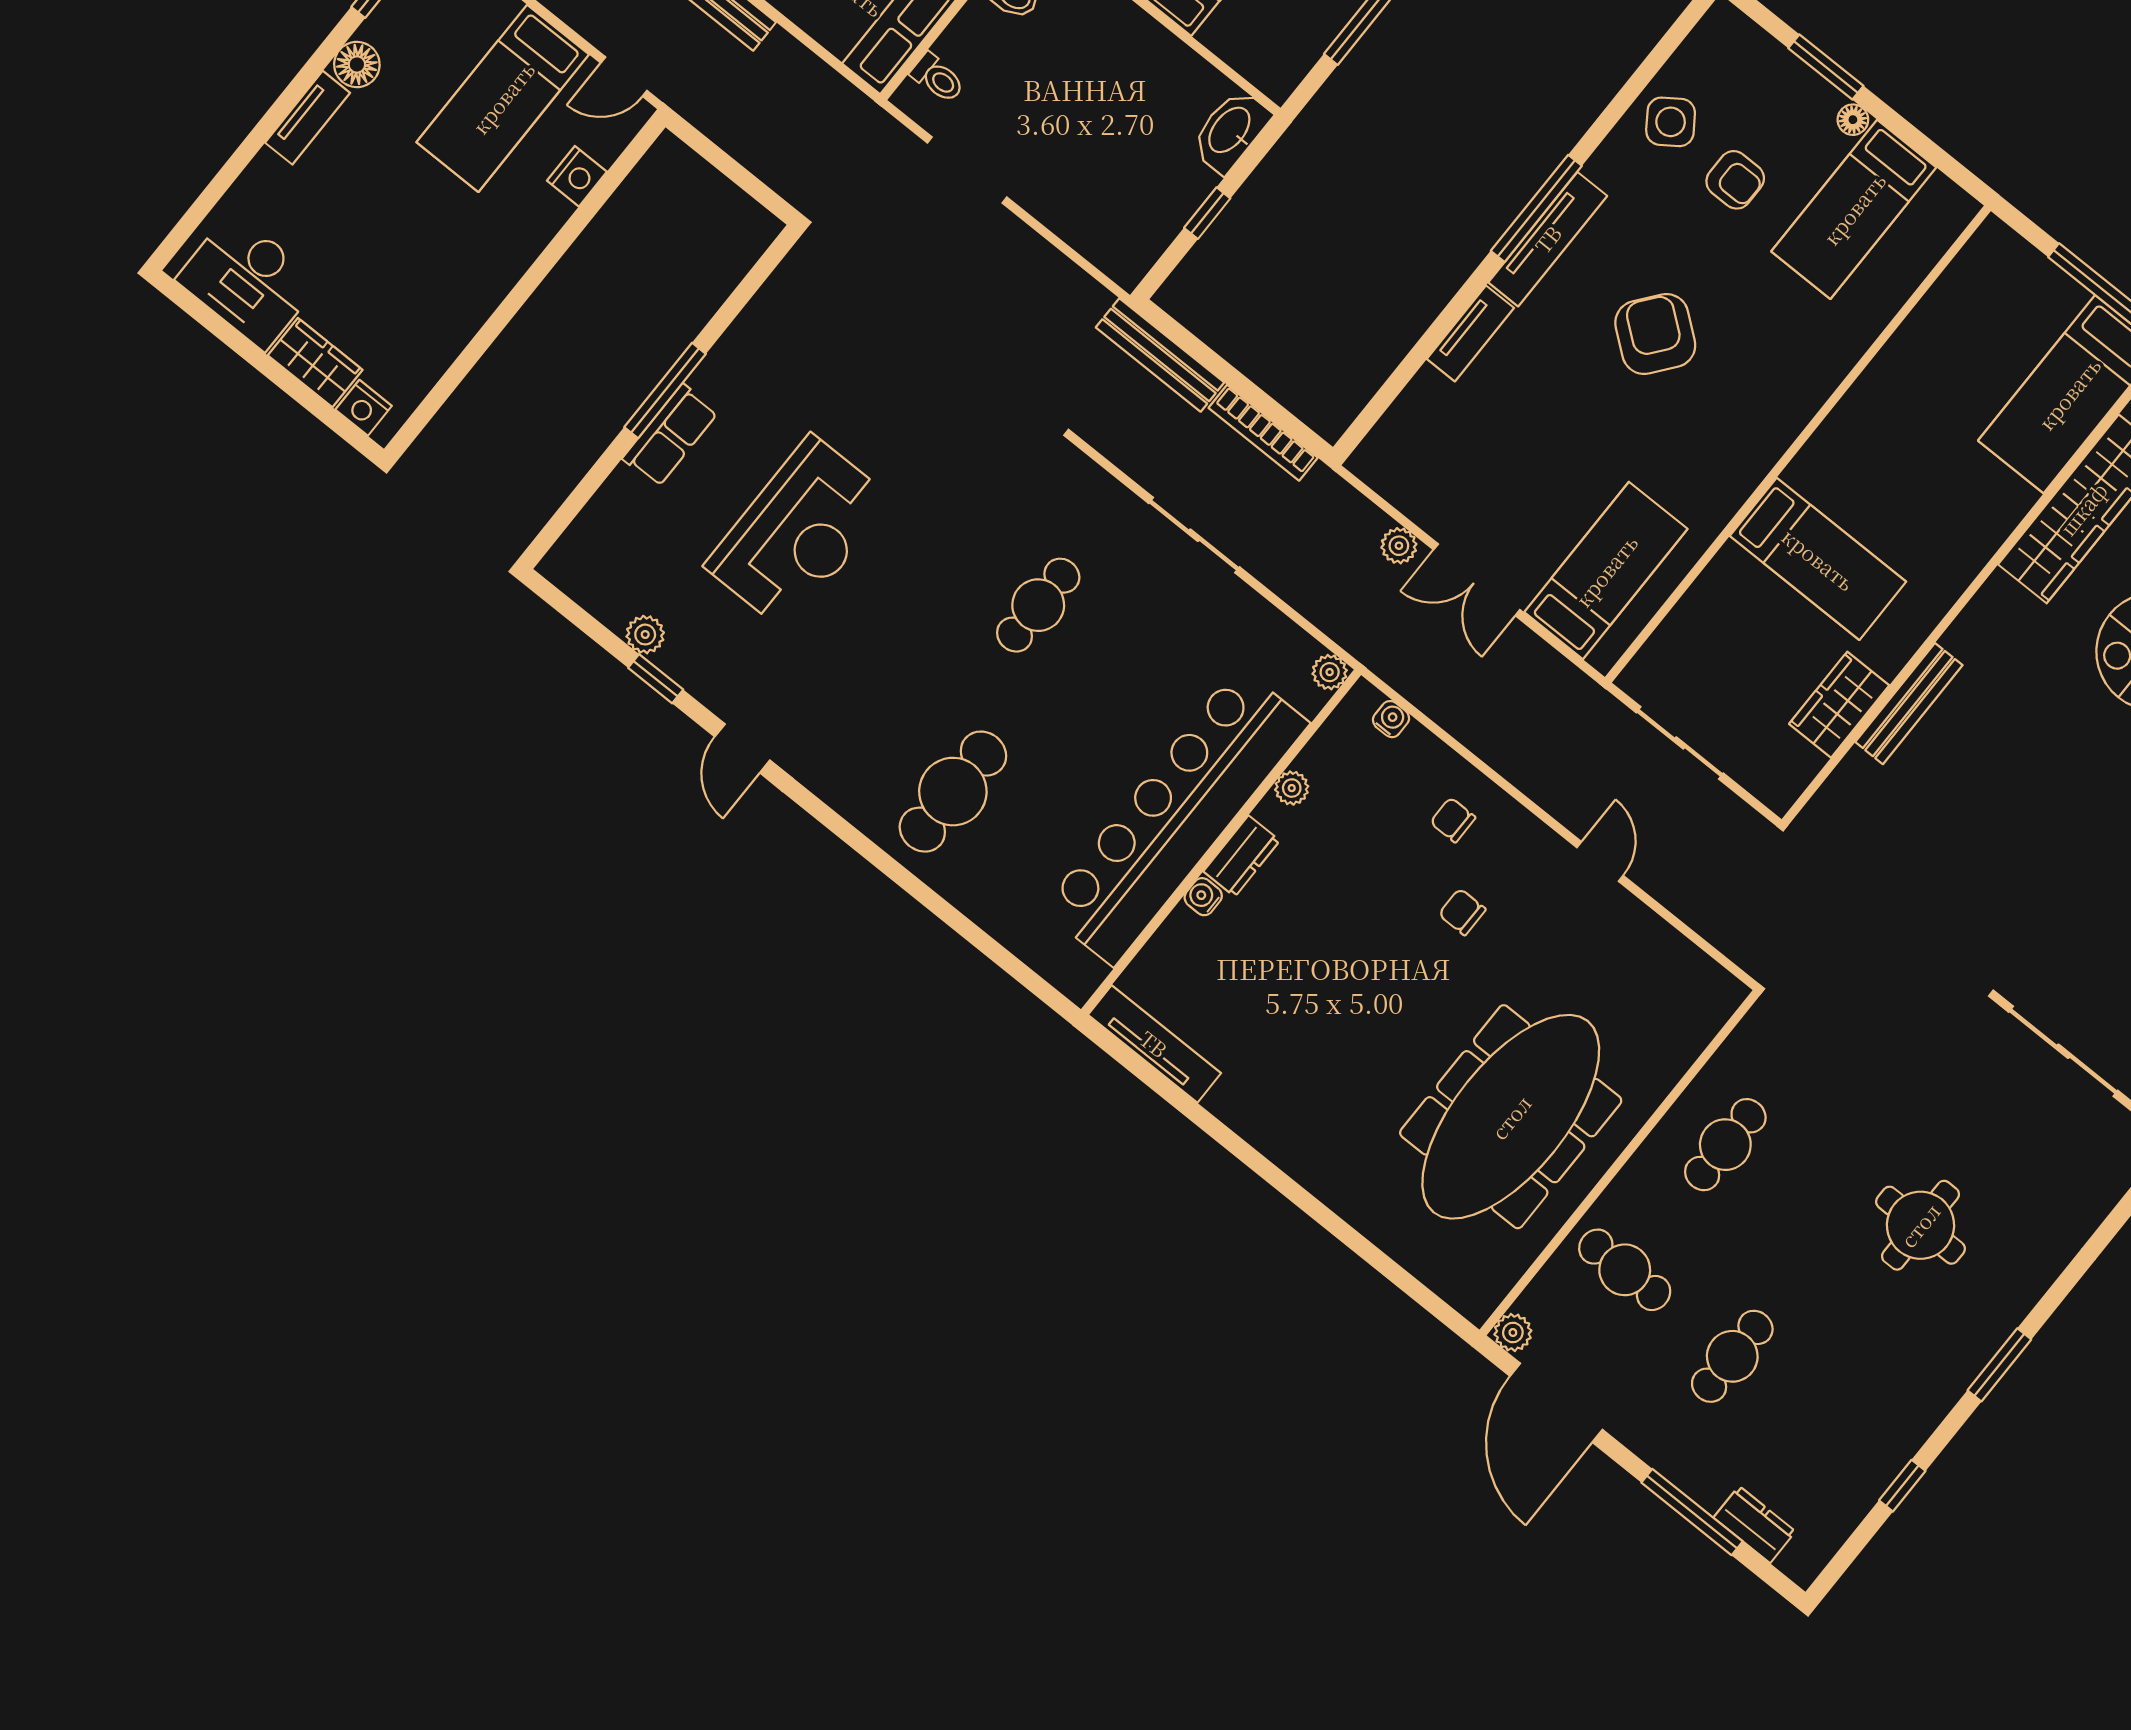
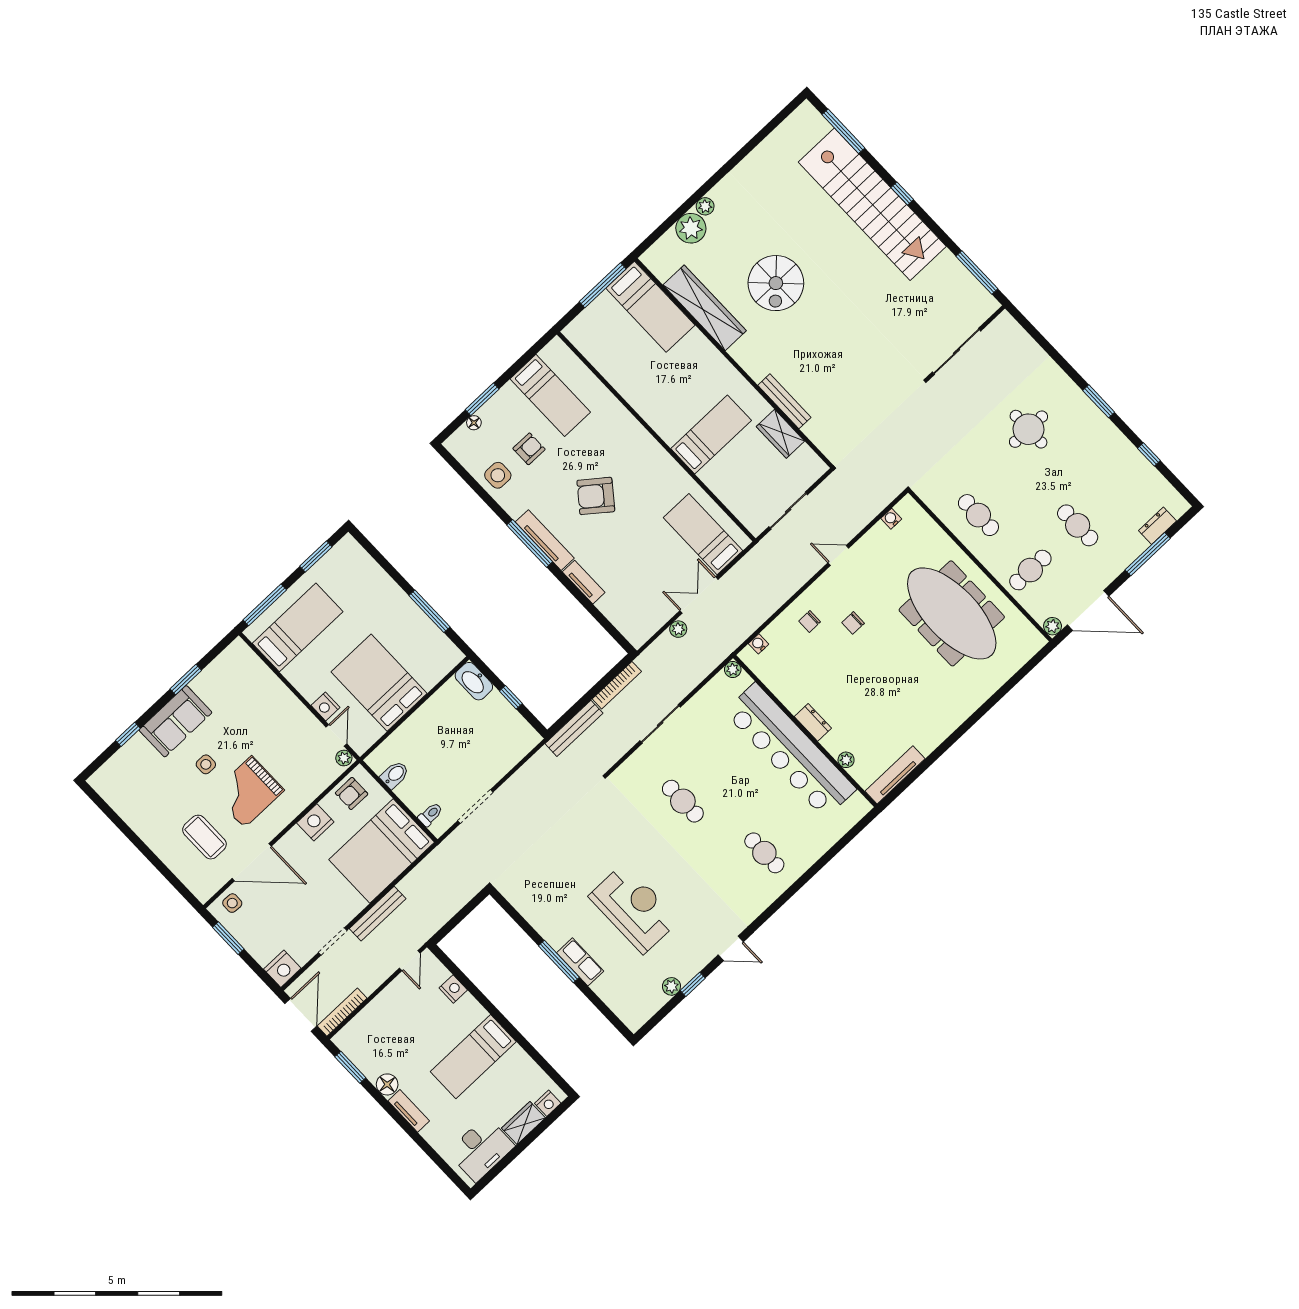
bed: (503, 98) -> (473, 1057), moved, turned 90
floor lamp: (1853, 120) -> (474, 423), moved
side table: (1671, 122) -> (498, 475), turned 35
double door: (1477, 580) -> (699, 595), swing flipped
plant: (1292, 788) -> (846, 760), moved
cafe table: (953, 792) -> (764, 853), width x0.73, depth x0.74
water cooler: (1203, 897) -> (891, 519), moved, turned 90

